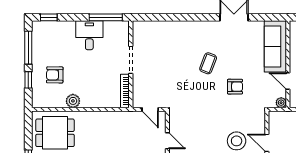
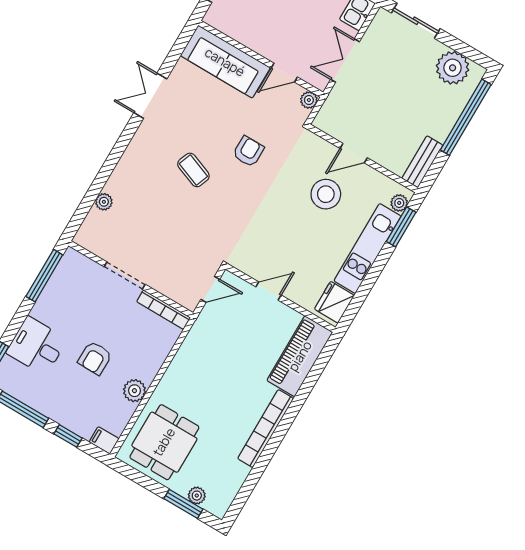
plant: (163, 26) -> (104, 202), added
desk: (89, 35) -> (37, 346), moved
armchair: (55, 75) -> (95, 358), moved
filing cabinet: (37, 100) -> (104, 440), added

